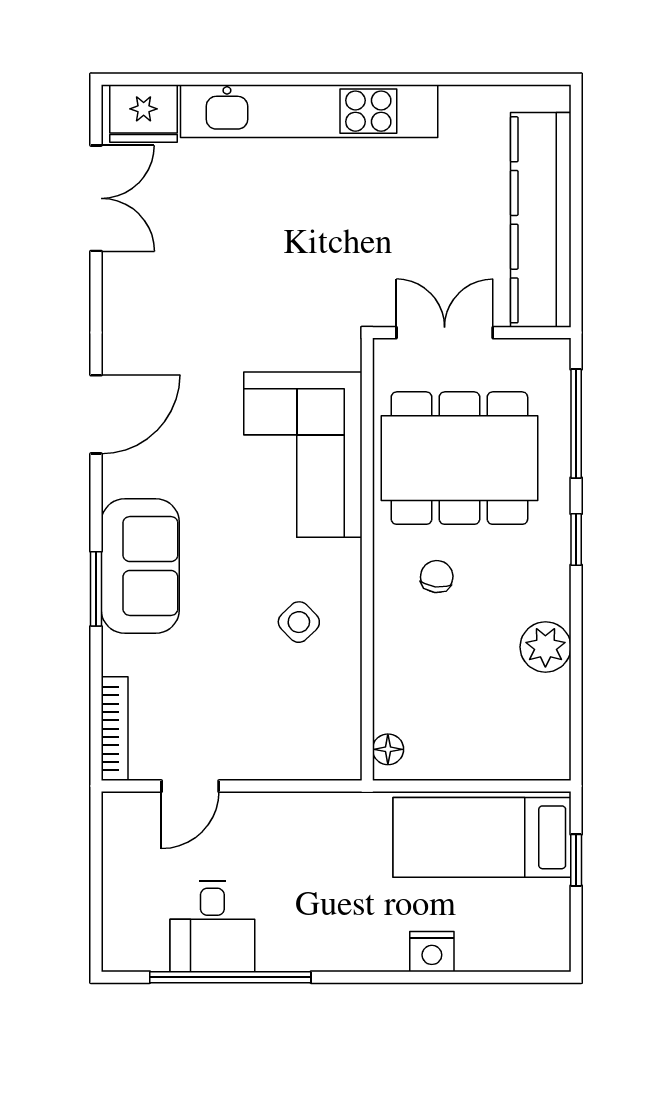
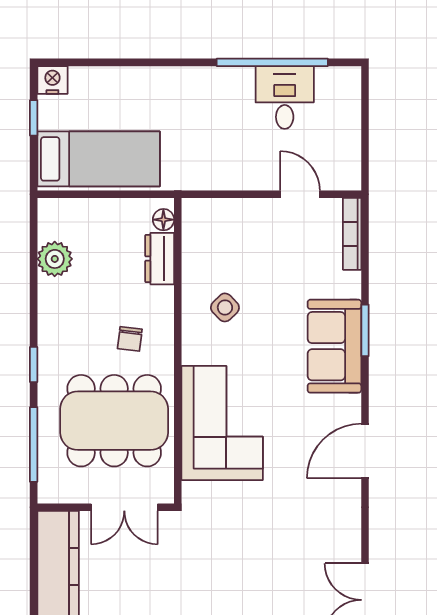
plant: (545, 647) -> (55, 259), moved
dresser: (393, 693) -> (160, 259), added
door: (190, 786) -> (300, 194), hinge flipped
window: (576, 860) -> (34, 118), moved
nightstand: (432, 952) -> (52, 80), moved

